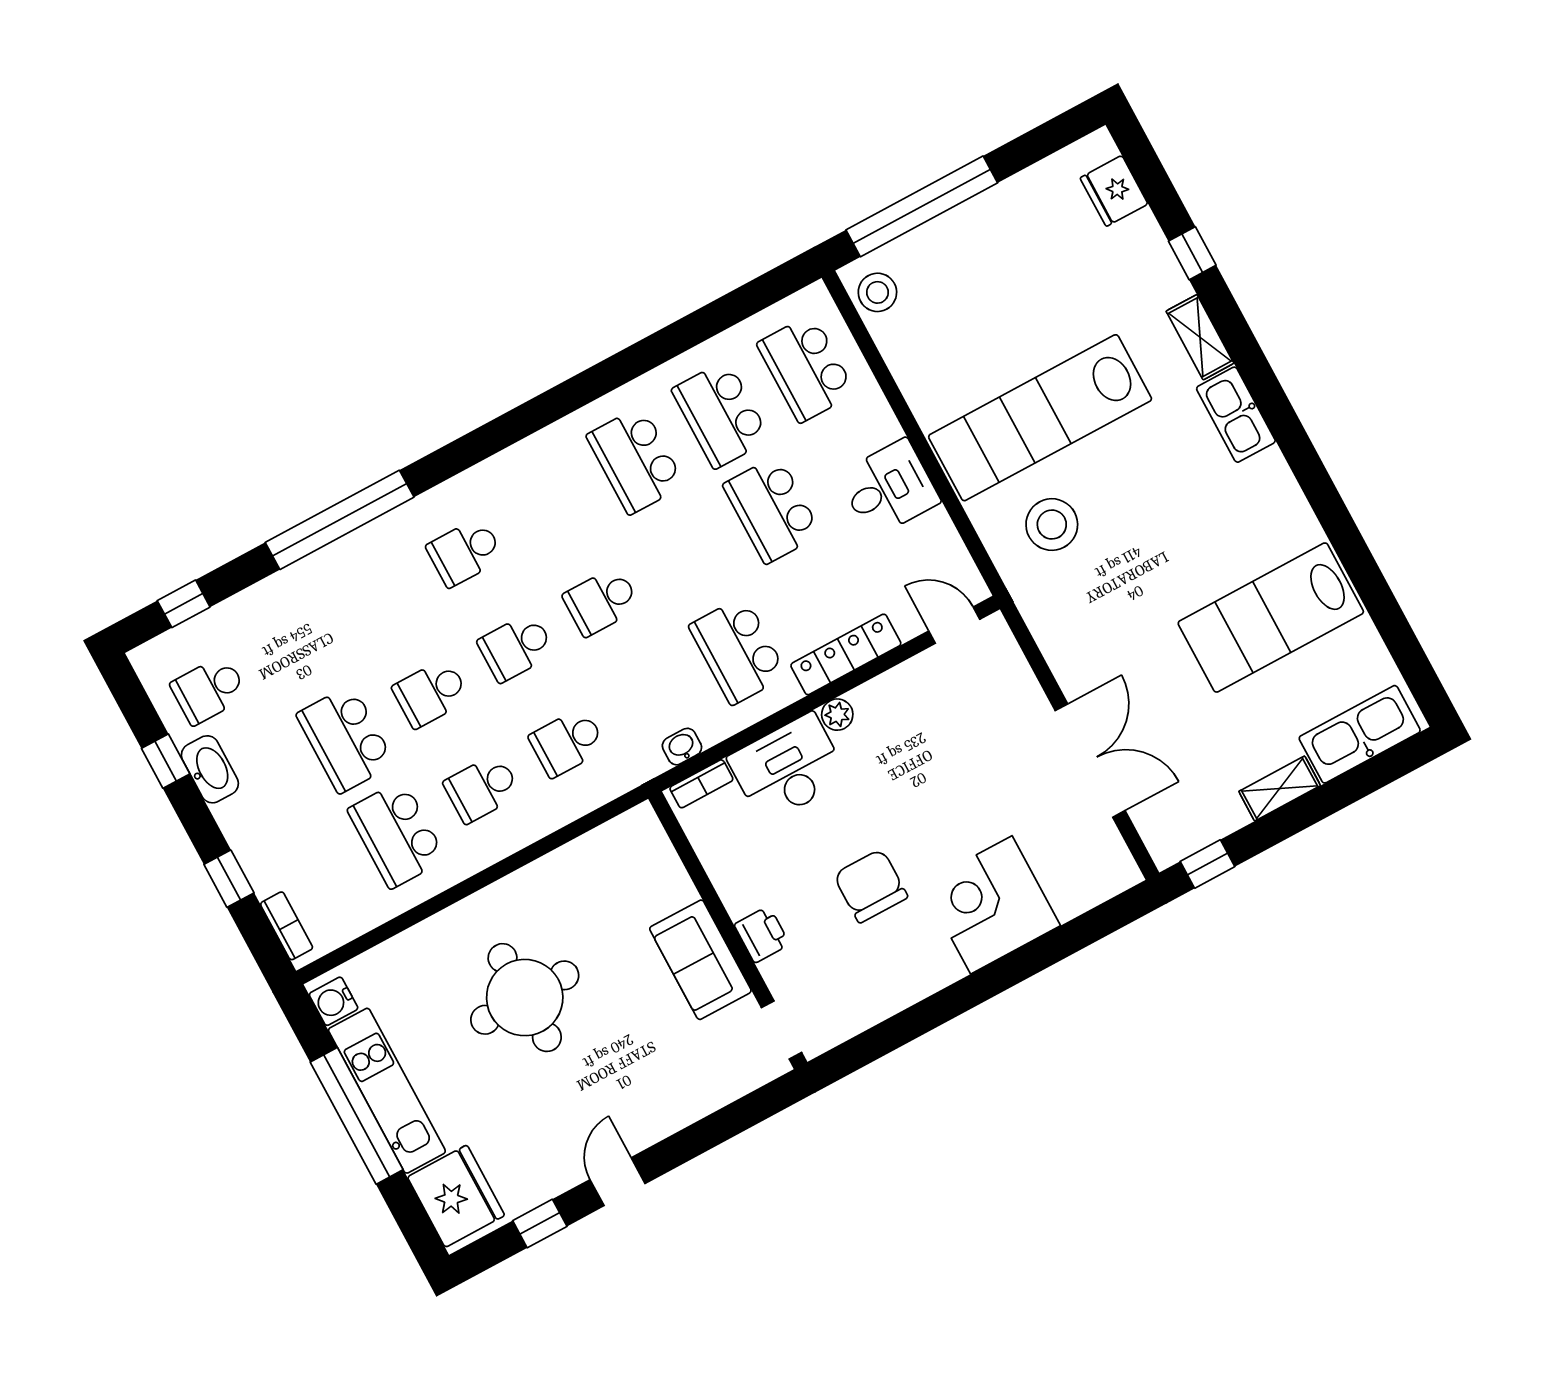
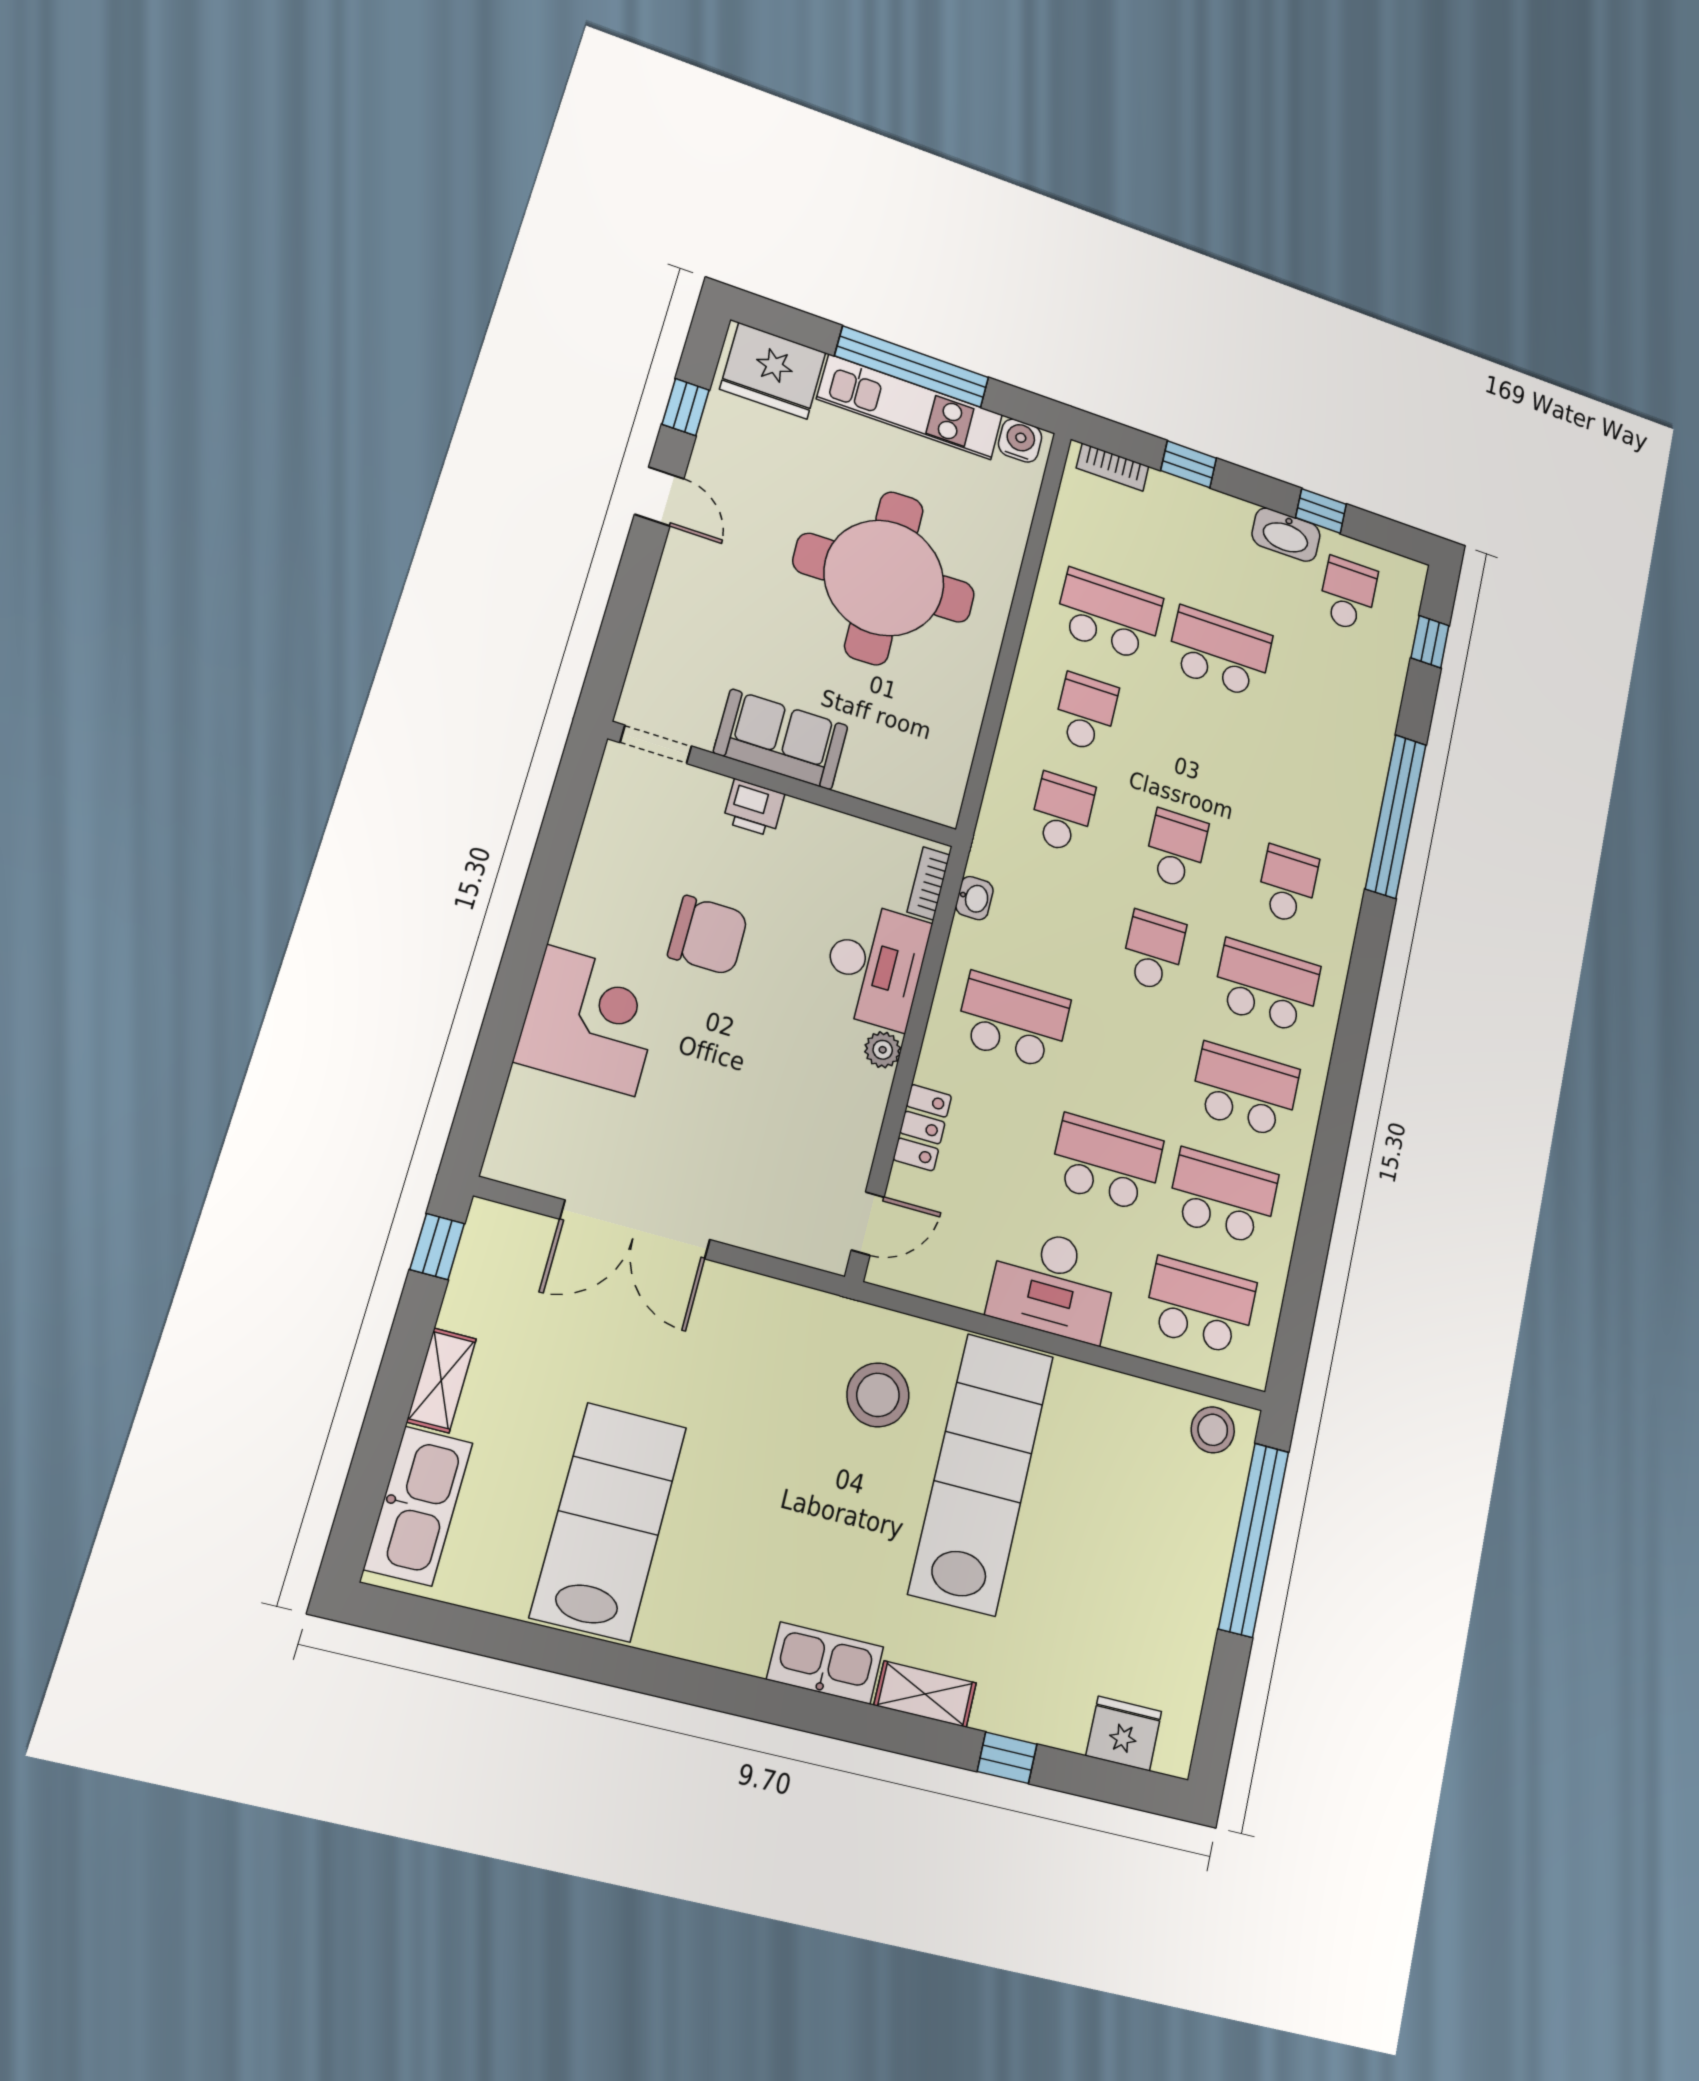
desk: (889, 488) -> (1053, 1284), width x1.37
locker: (846, 654) -> (922, 1128), width x0.66
school desk: (431, 693) -> (1267, 986), moved, width x1.85
round table: (525, 998) -> (884, 578), width x1.36, depth x1.36

